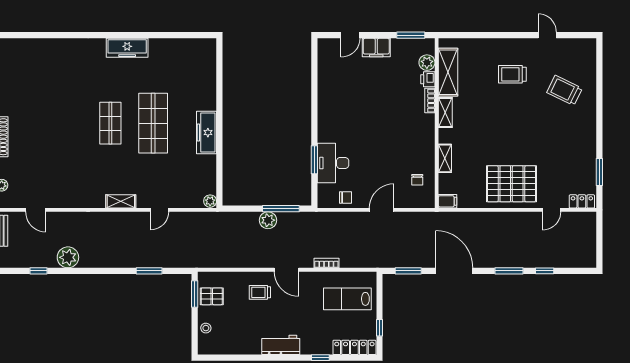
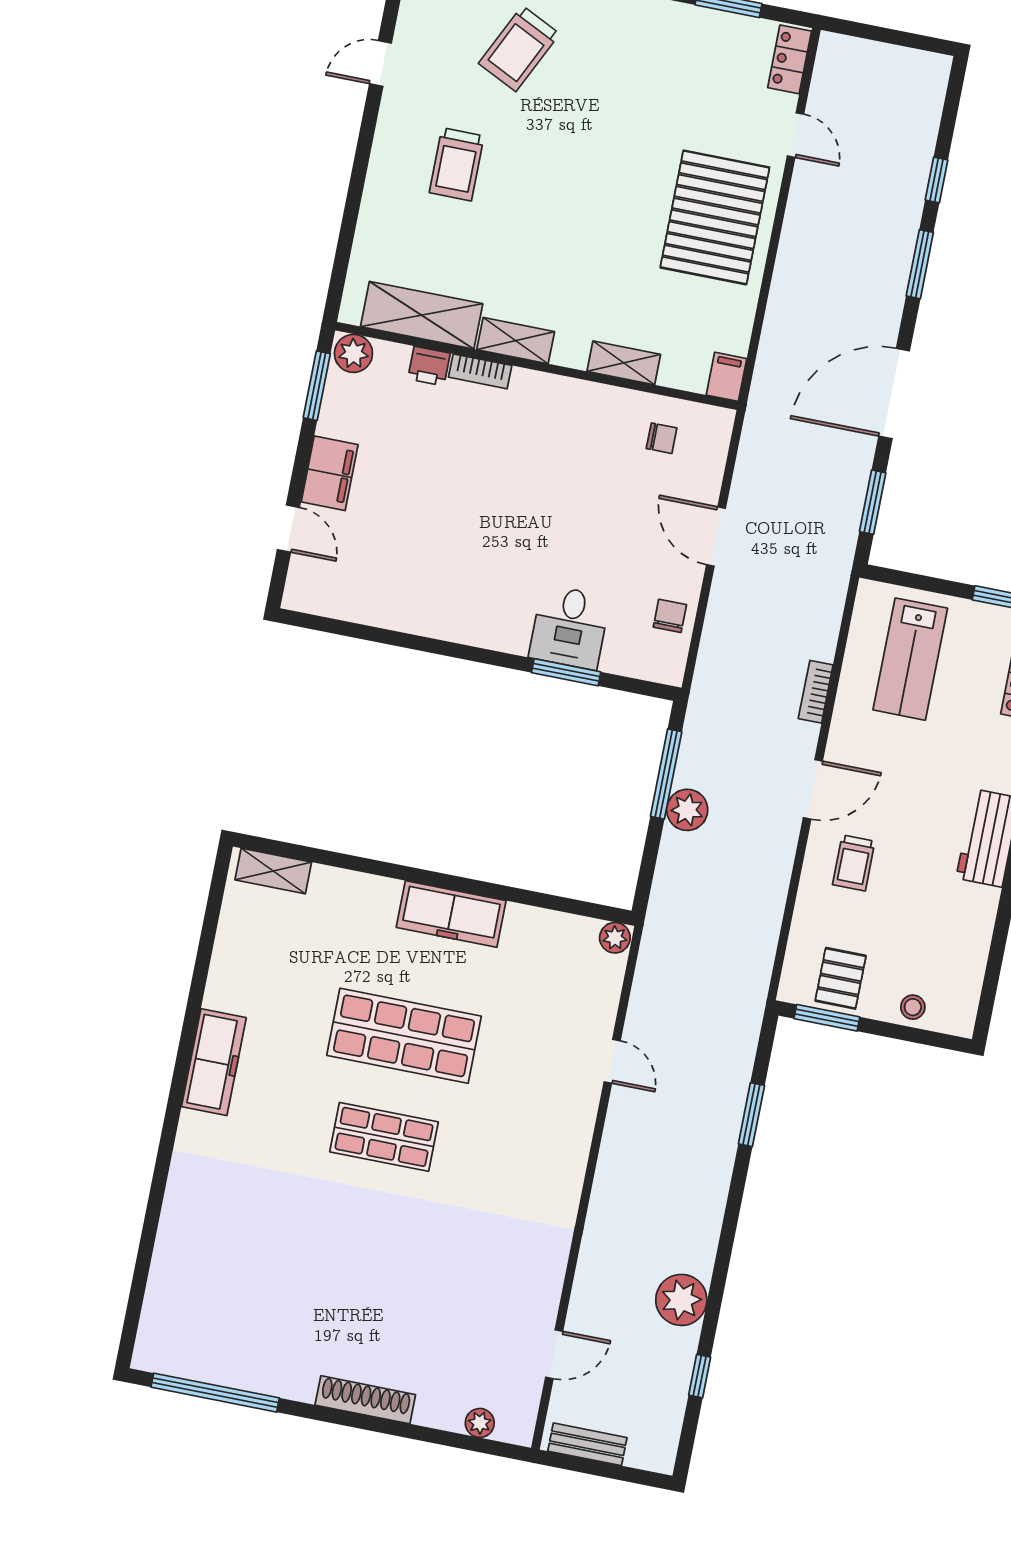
plant: (427, 63) -> (353, 353), moved
desk: (333, 163) -> (570, 627), width x0.73
shelving: (121, 201) -> (273, 871), moved, turned 90

